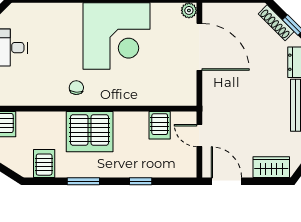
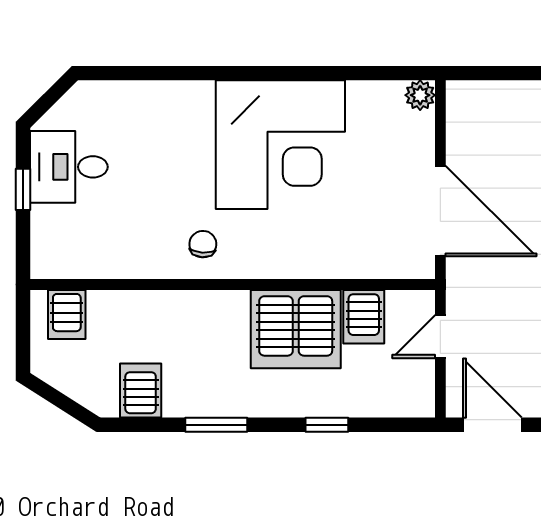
door: (199, 47) -> (440, 211), moved
server rack: (90, 132) -> (296, 329), moved
door: (199, 136) -> (440, 337), hinge flipped

